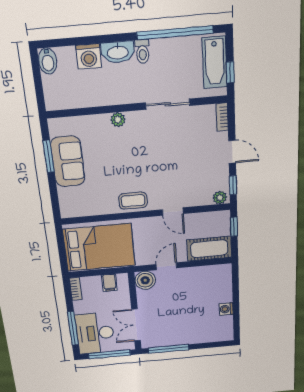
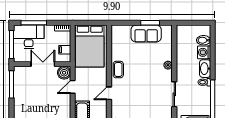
bidet: (48, 61) -> (204, 40), moved
door: (166, 266) -> (73, 87), swing flipped
double door: (136, 325) -> (43, 64), moved

